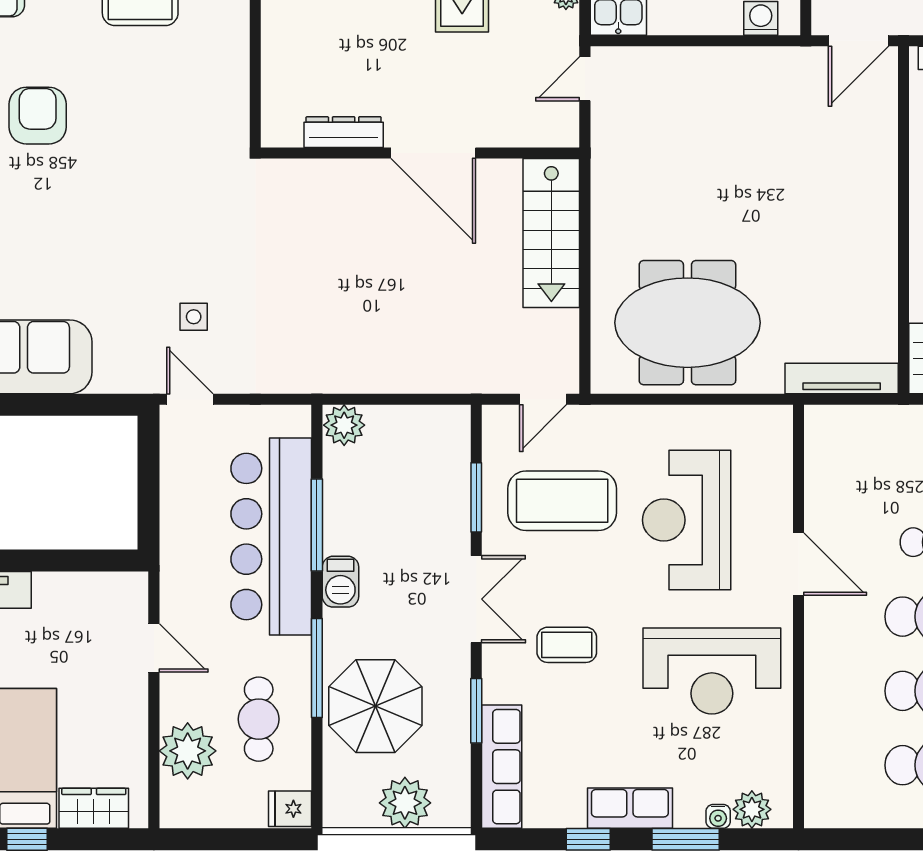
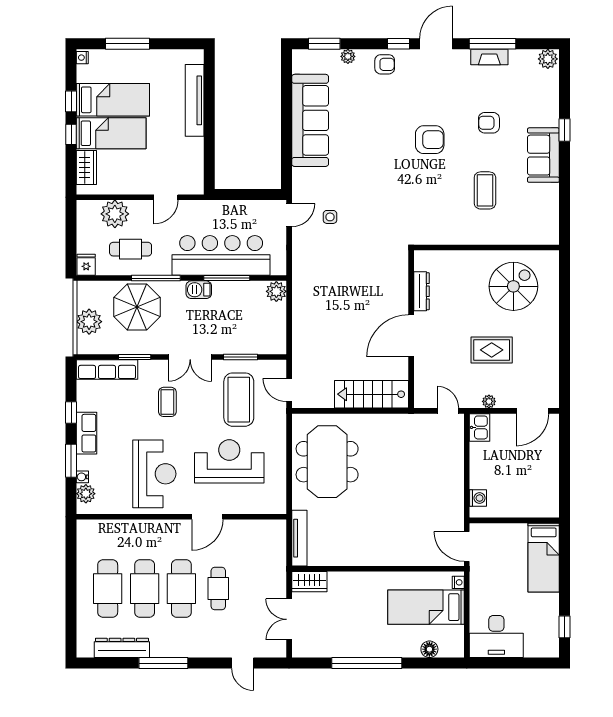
reception desk: (712, 671) -> (154, 474), turned 180

